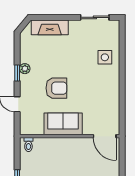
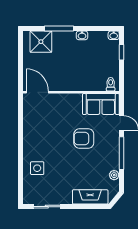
plant: (25, 69) -> (114, 175), moved
window: (17, 73) -> (122, 153), width x2.17
sofa: (63, 124) -> (101, 104), moved

